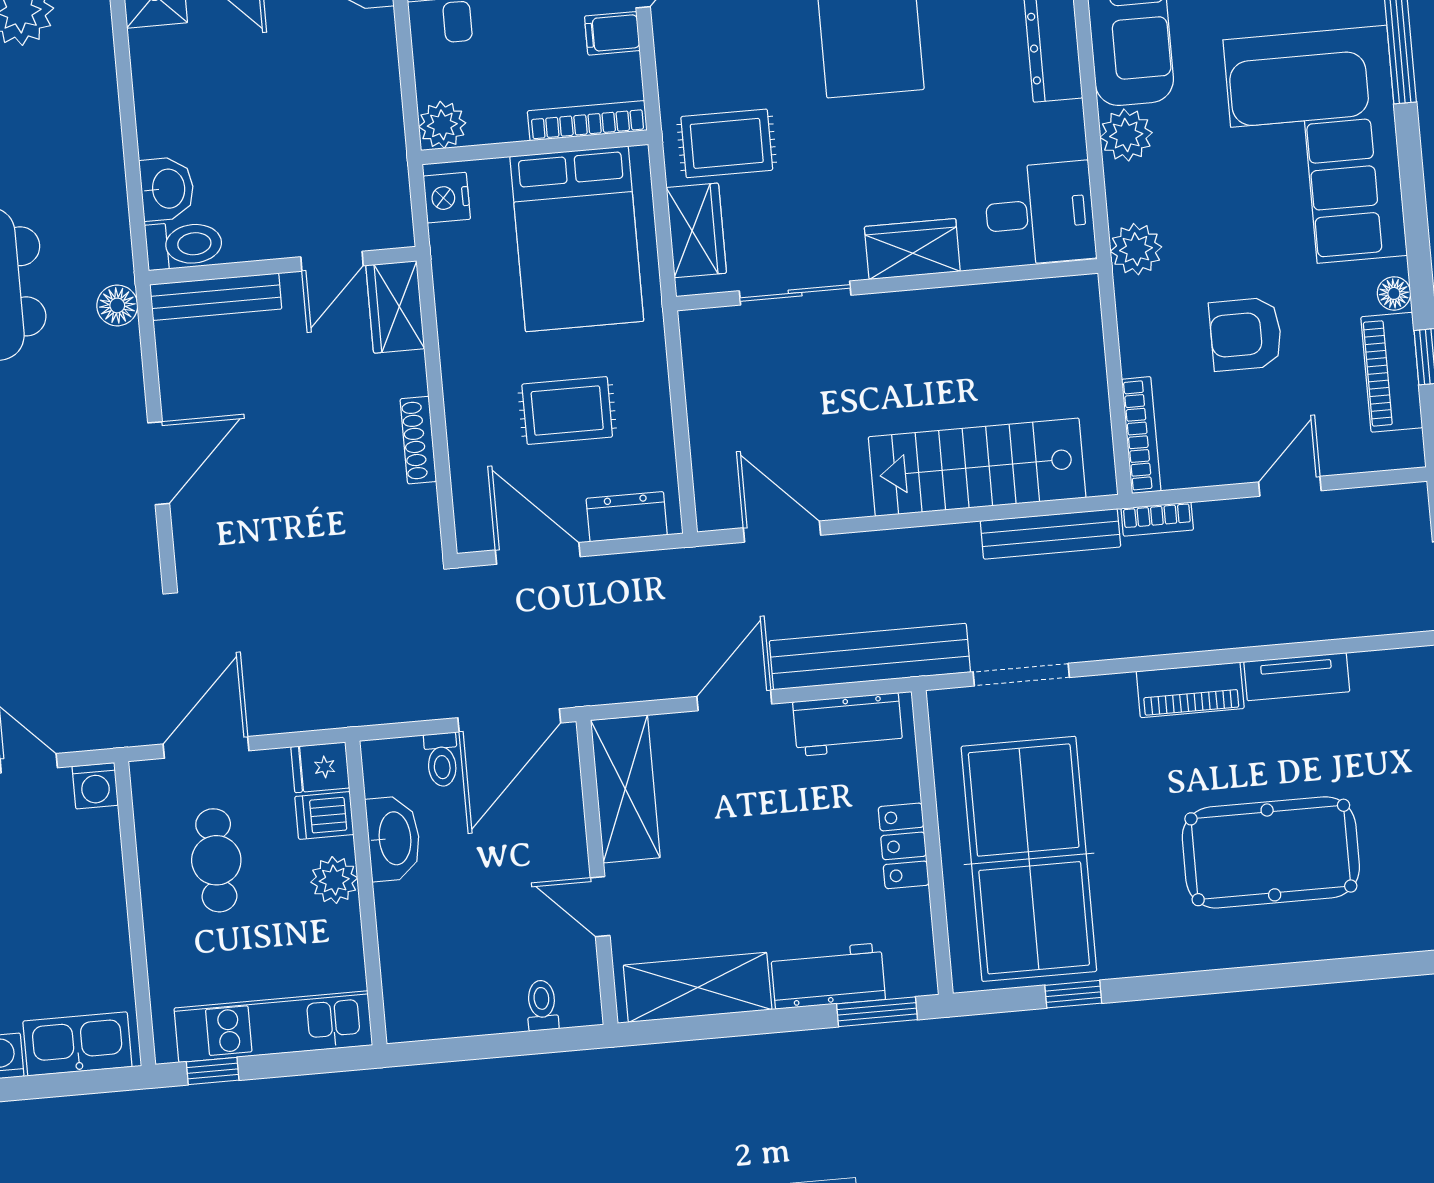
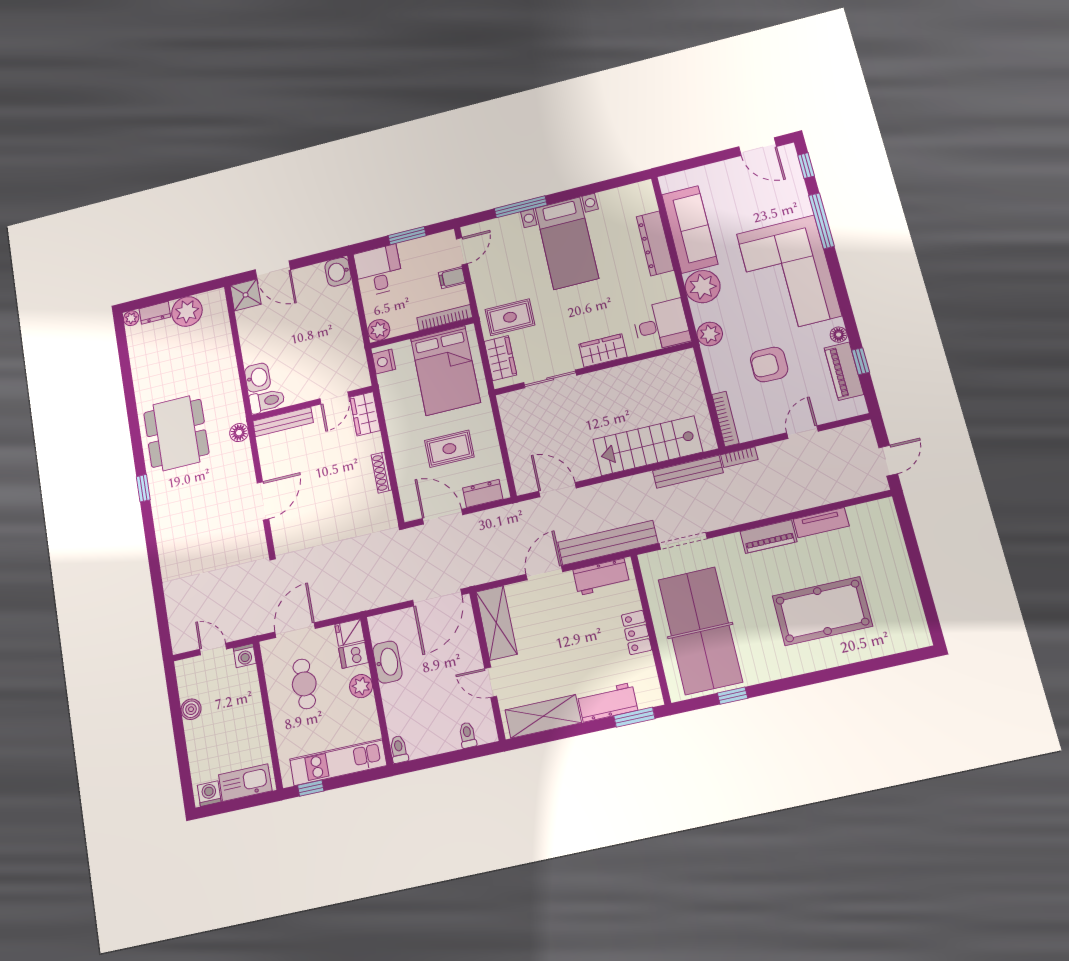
plant: (1126, 135) -> (703, 287), width x1.36, depth x1.36
toilet: (442, 760) -> (399, 749), moved, turned 180

